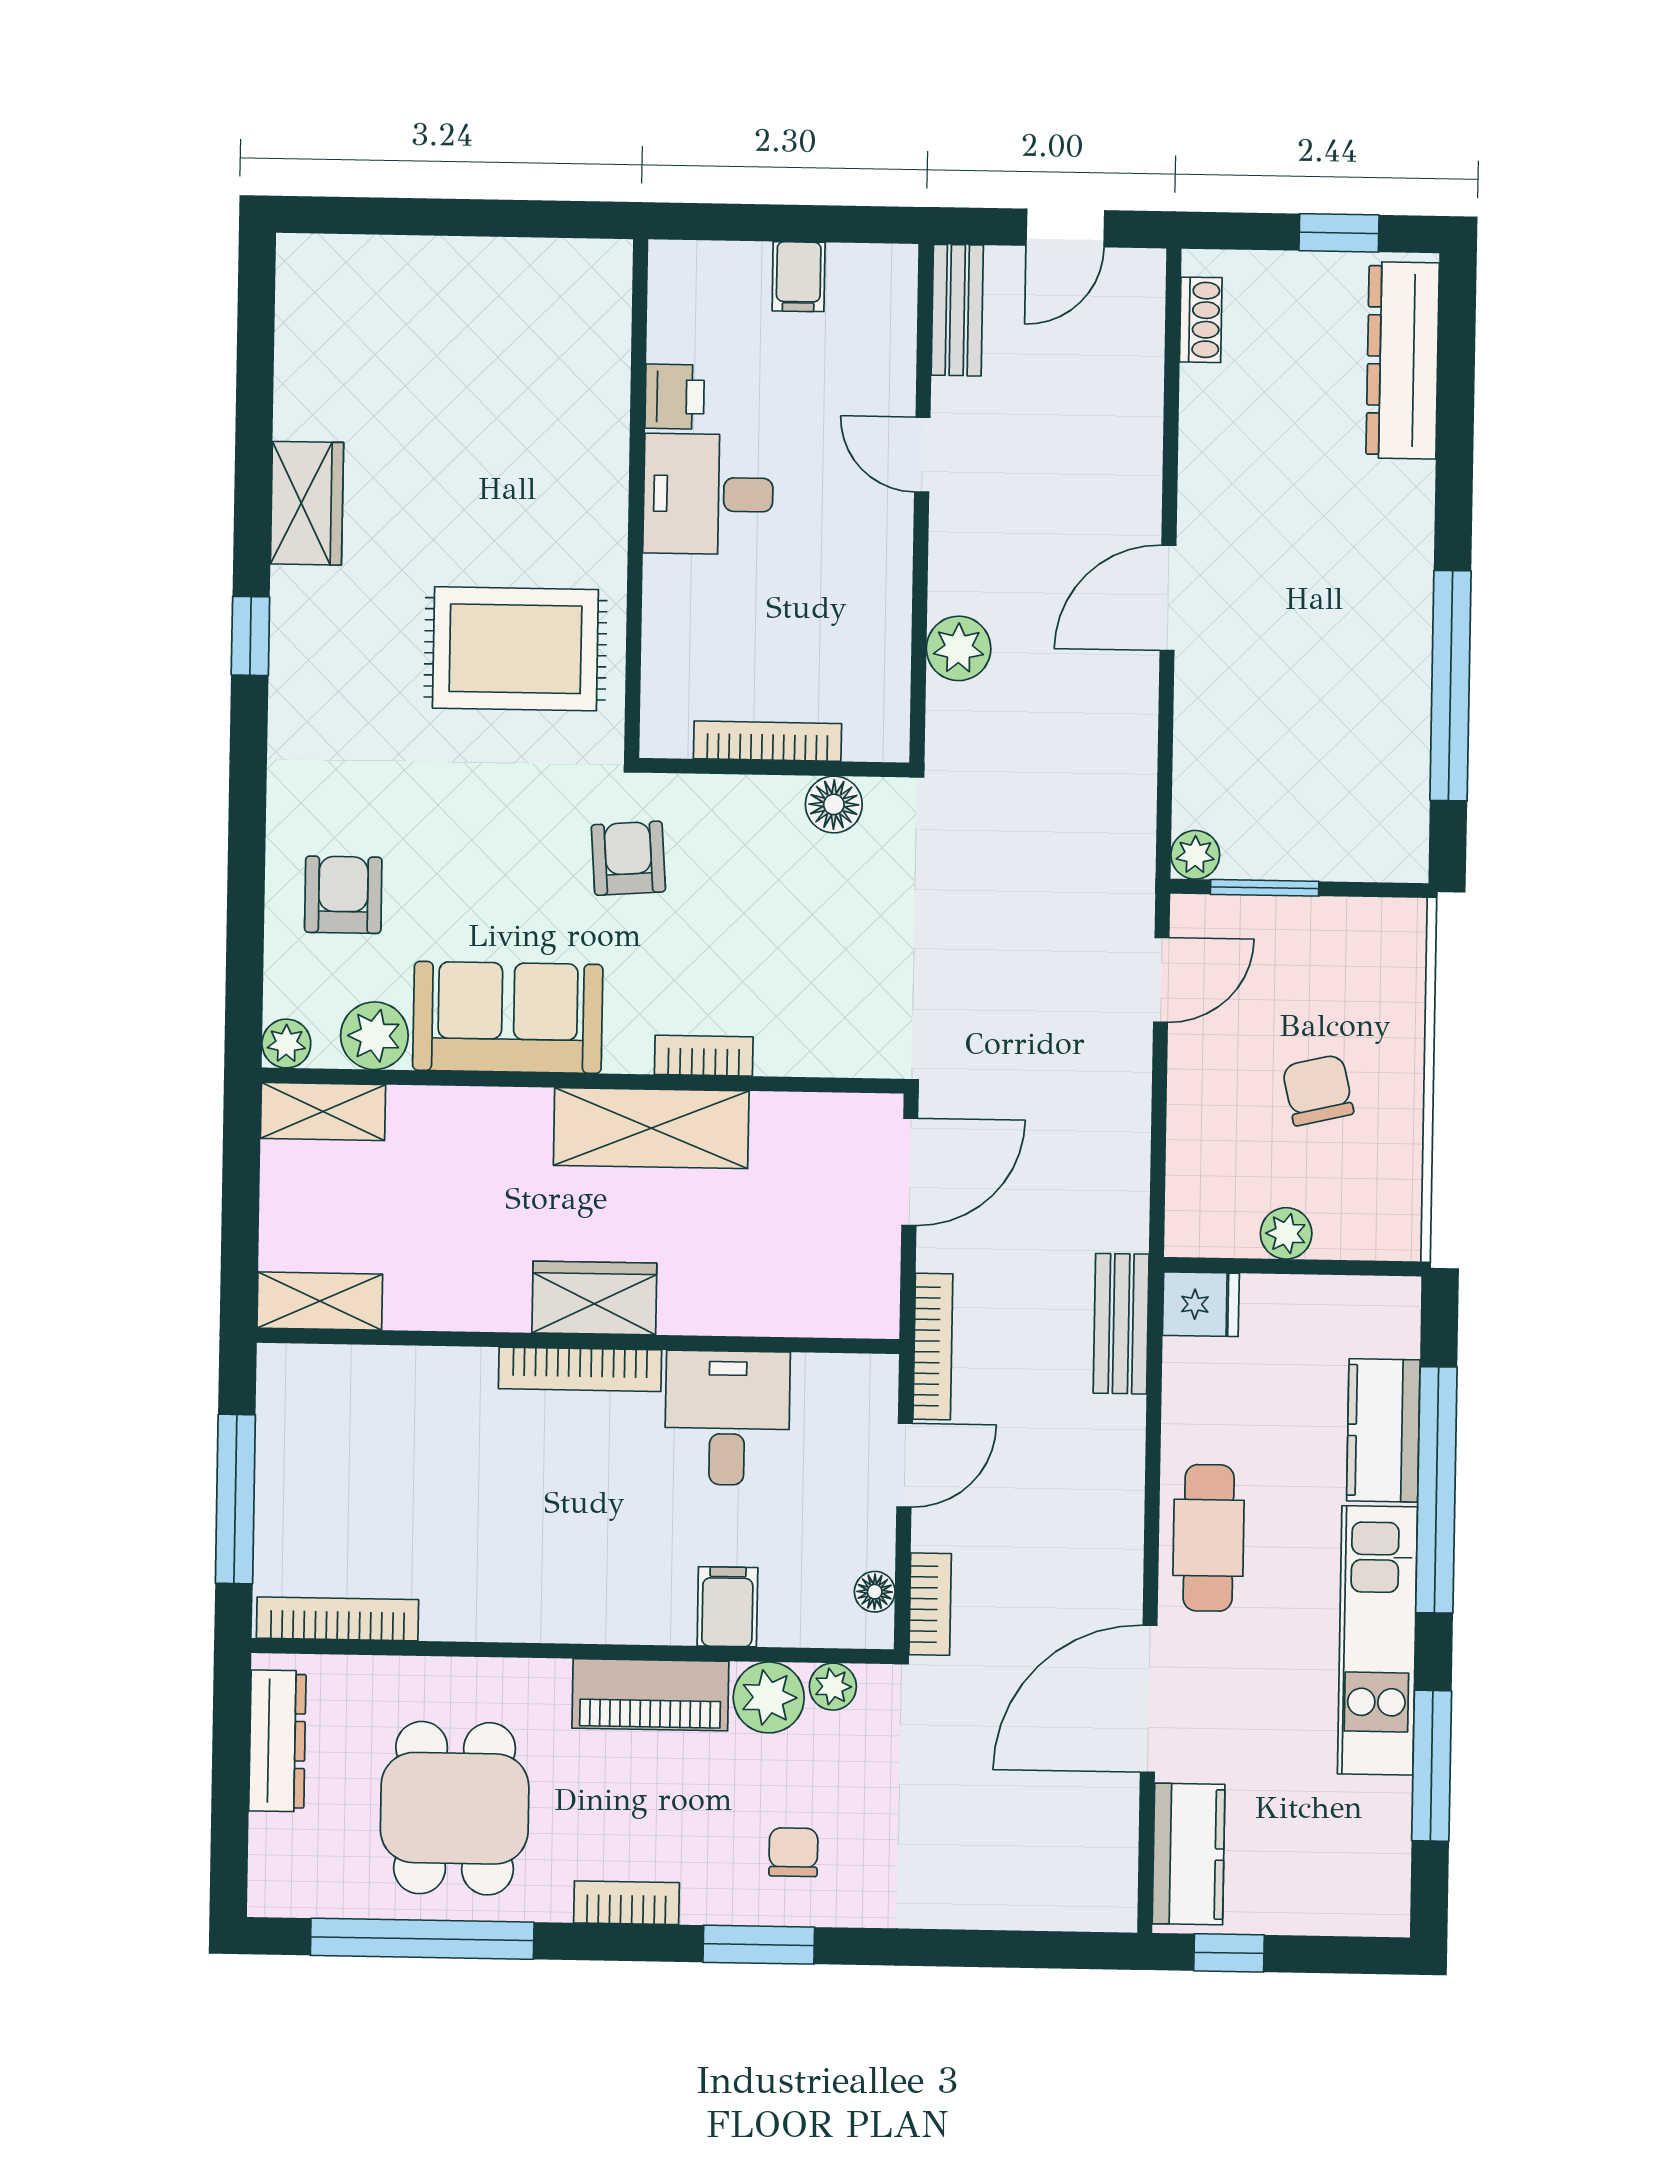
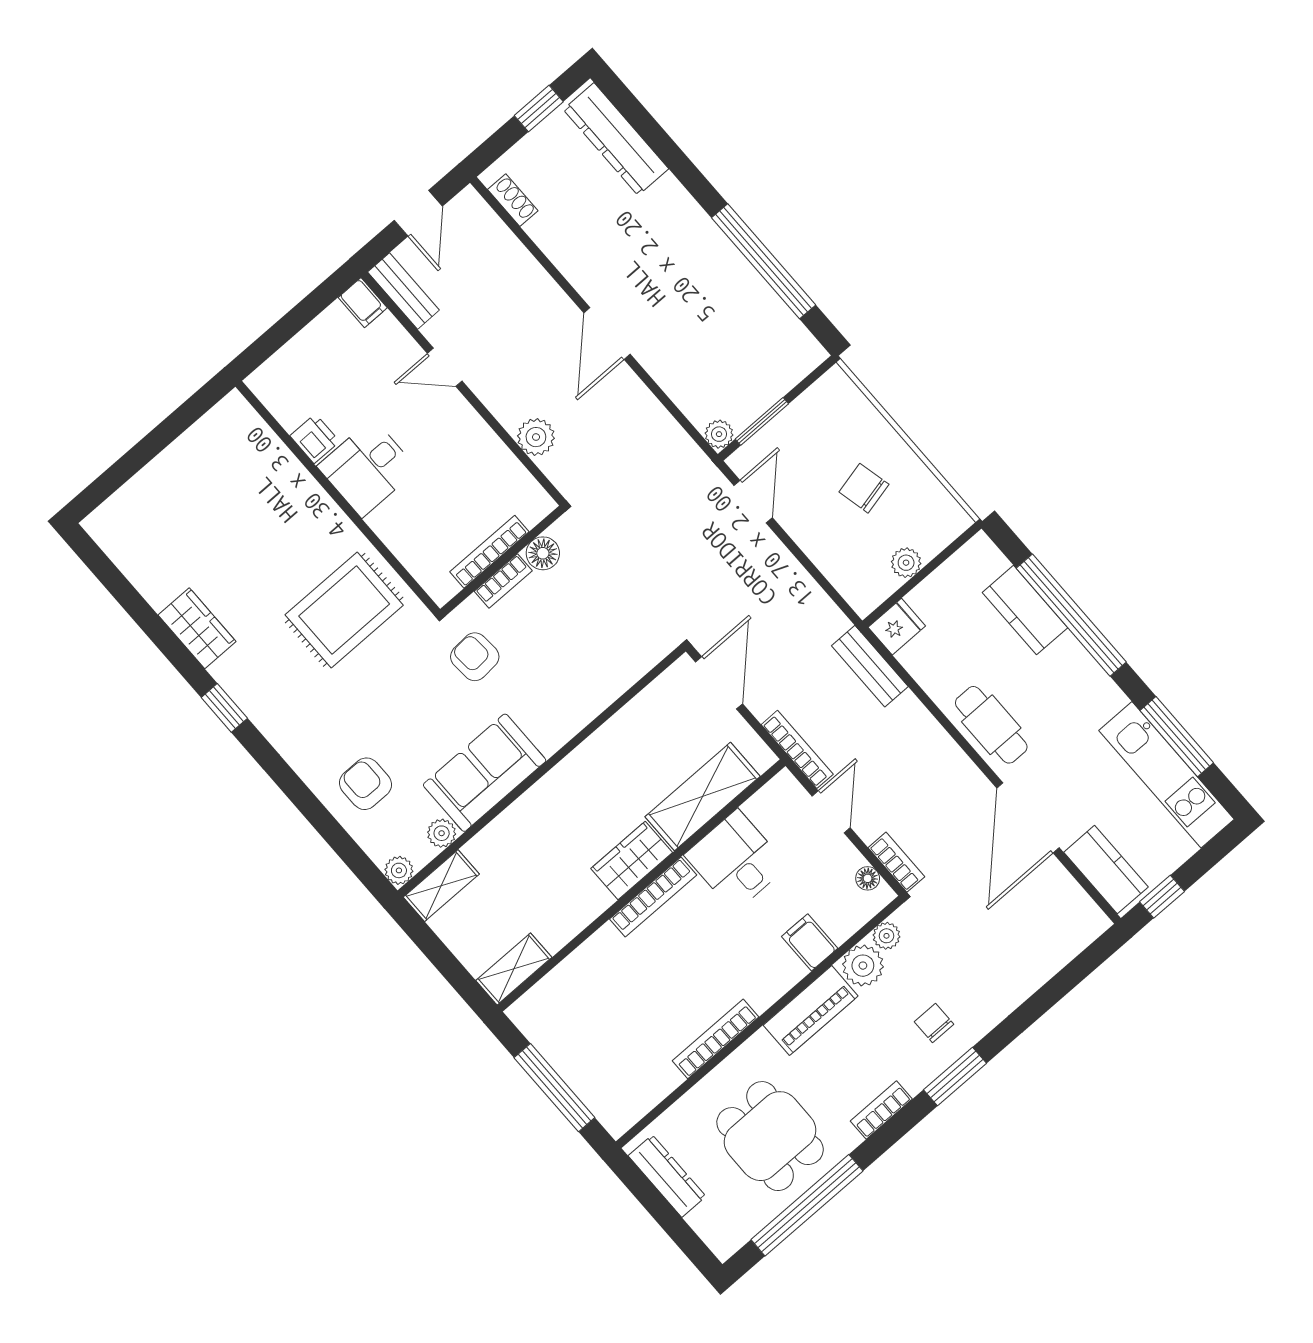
filing cabinet: (799, 277) -> (363, 303), moved
plant: (374, 1036) -> (442, 833), width x0.73, depth x0.73
bookcase: (704, 1056) -> (503, 581), moved, turned 180
shelving: (651, 1128) -> (703, 796), moved
bookcase: (338, 1619) -> (715, 1039), moved
kitchen unit: (1377, 1640) -> (1166, 775), moved

